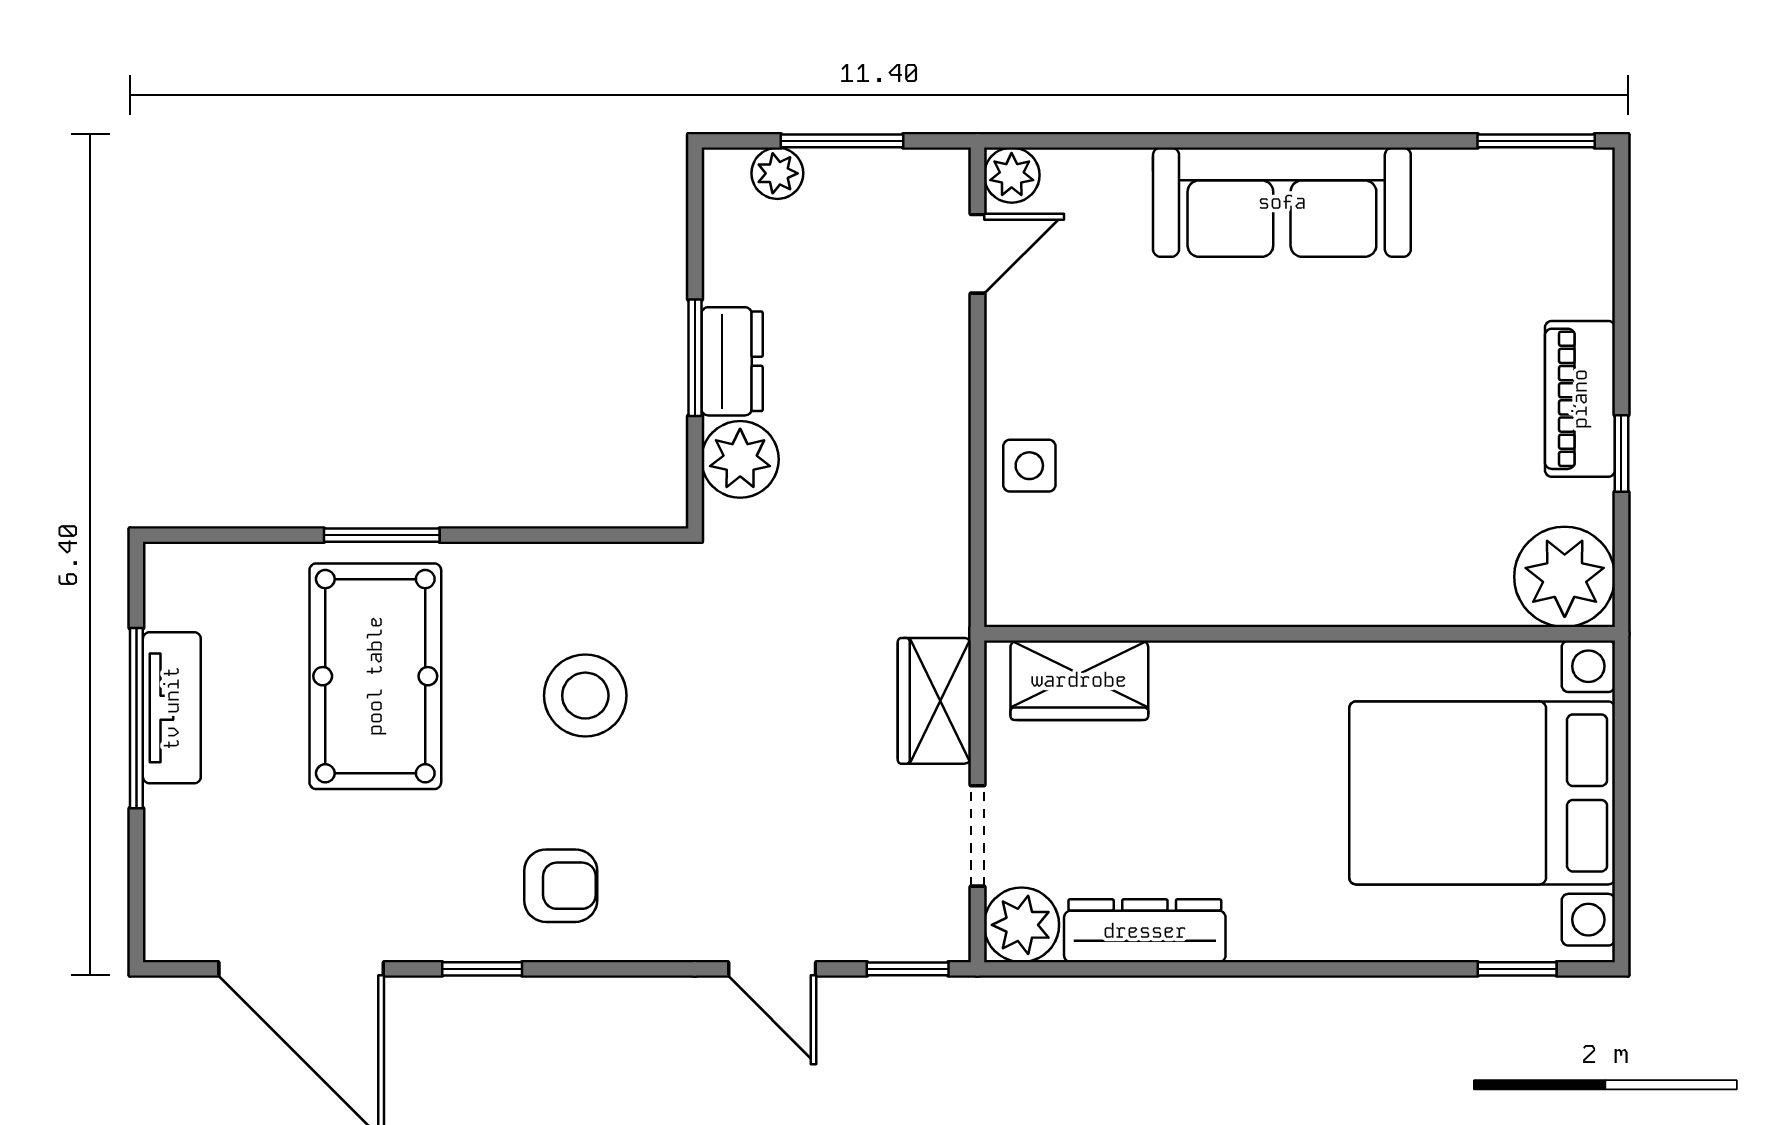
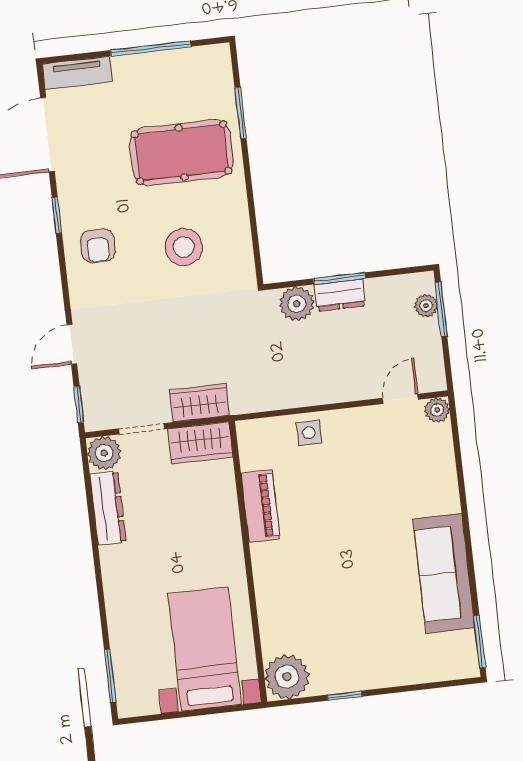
window: (842, 141) -> (441, 309), moved
sofa: (1282, 202) -> (444, 573), moved
door: (977, 254) -> (401, 399), swing flipped
piano: (1580, 399) -> (260, 506), moved, turned 90
window: (382, 535) -> (241, 113), moved
wardrobe: (1079, 680) -> (200, 443), moved, turned -90
tv unit: (172, 708) -> (77, 73), moved
bed with nightstands: (1482, 793) -> (205, 649), width x0.73
window: (1517, 969) -> (110, 676), width x1.50

